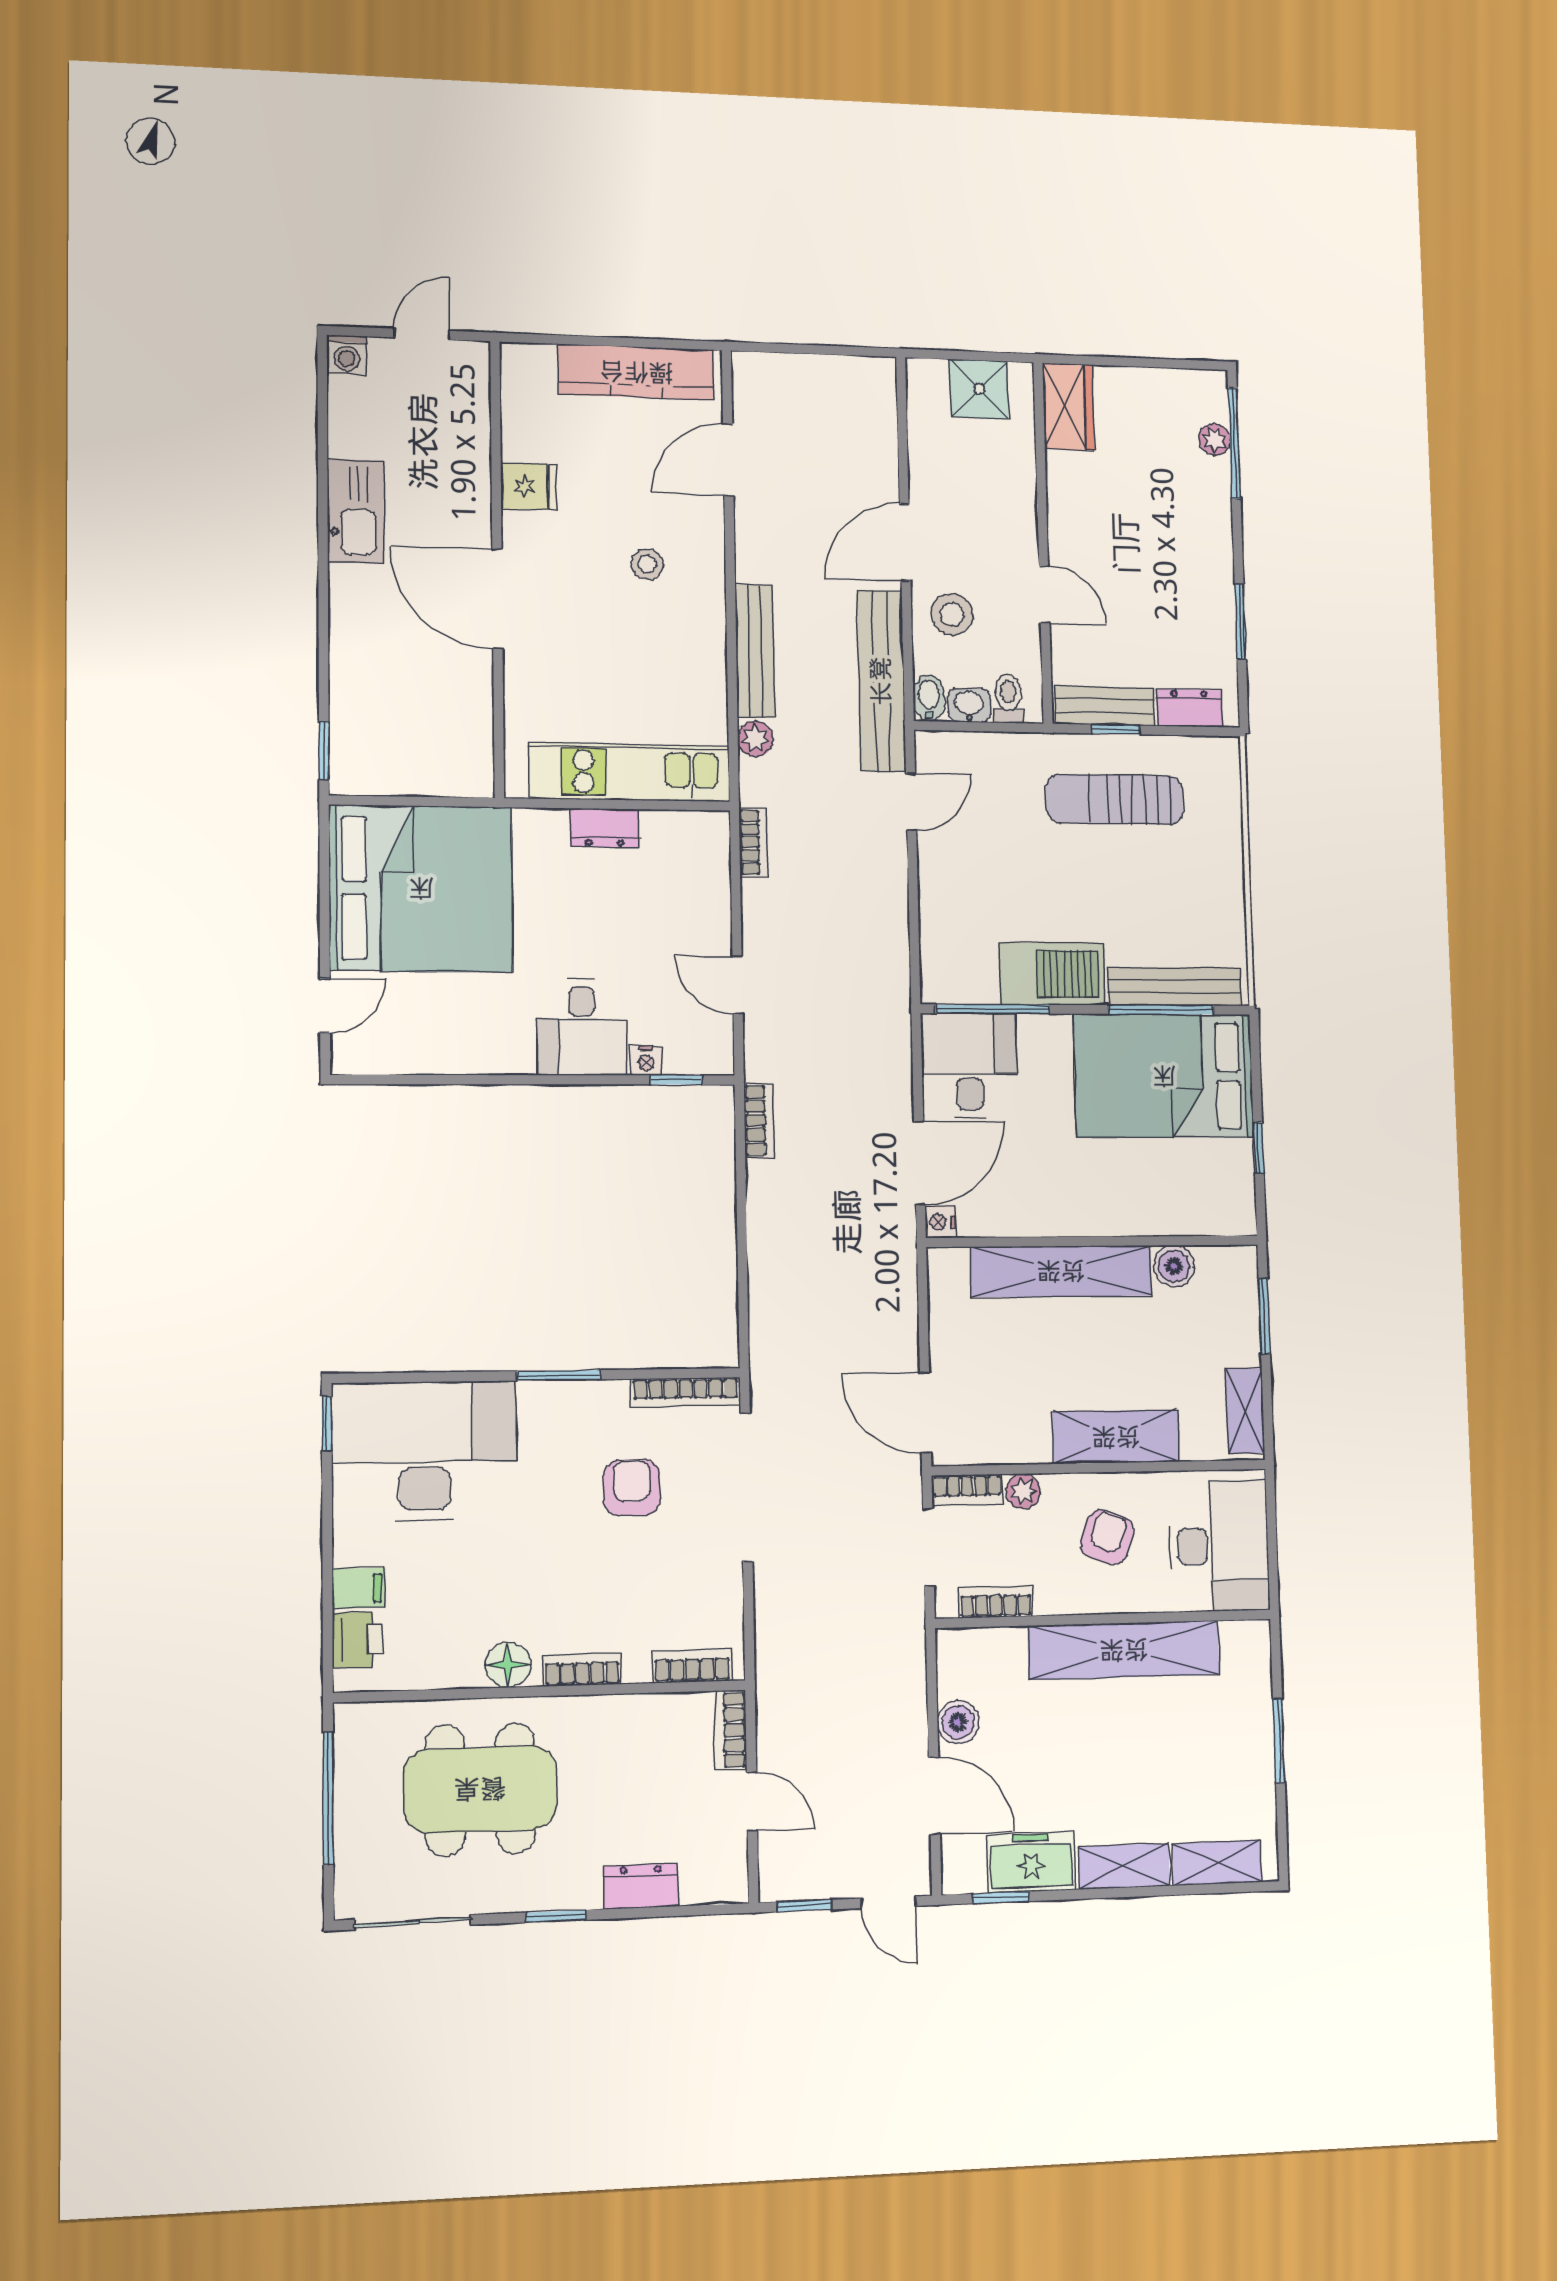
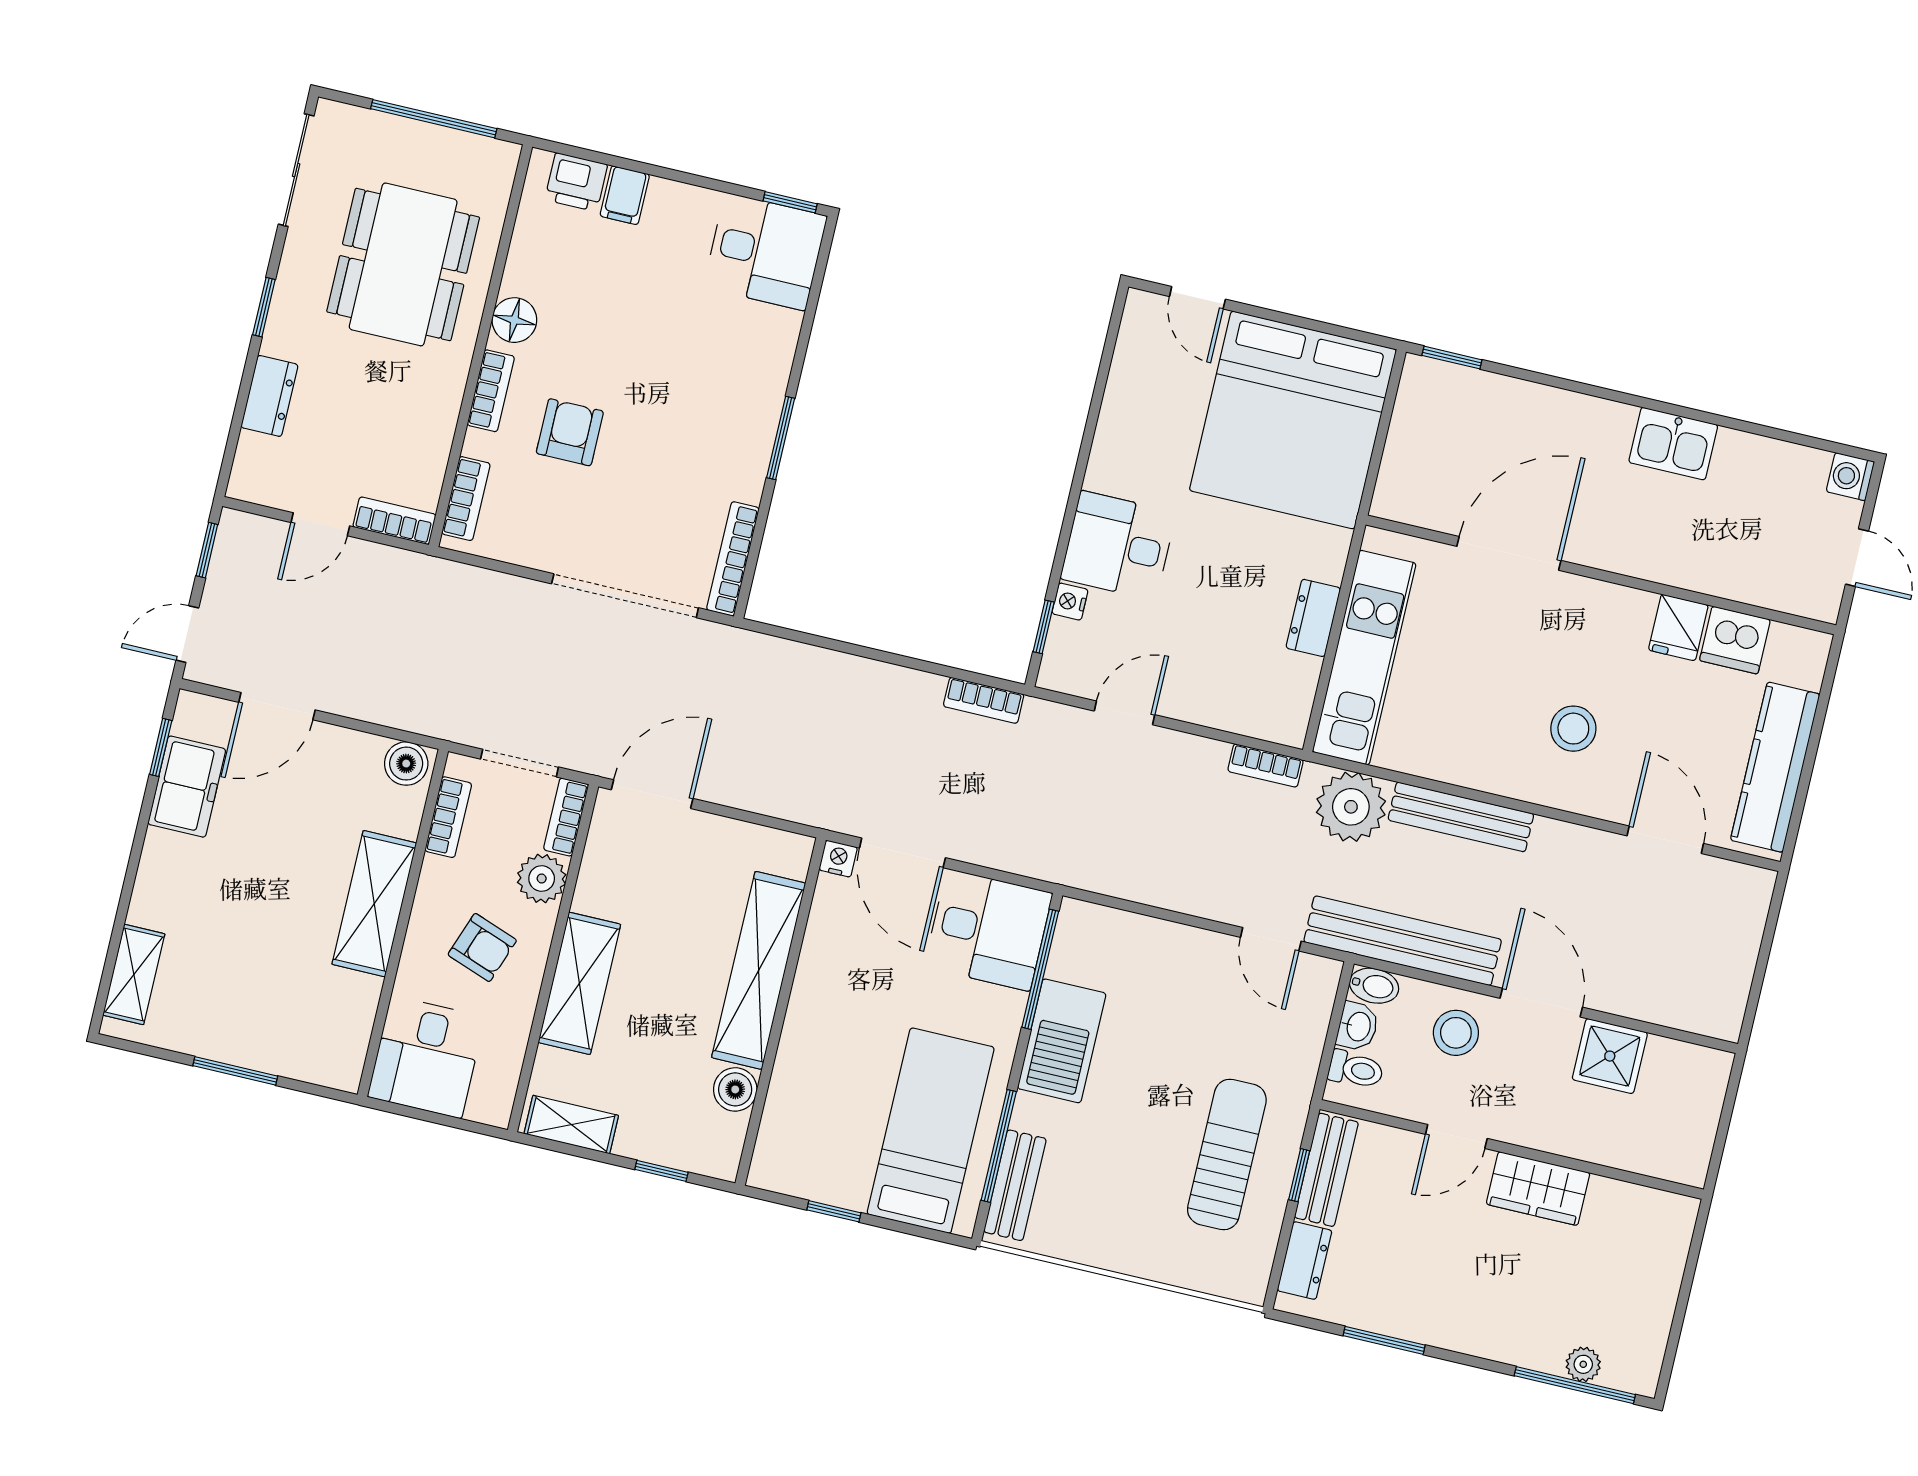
shower: (979, 389) -> (1610, 1056), moved
wardrobe: (1068, 407) -> (1538, 1188), moved
dishwasher: (527, 432) -> (1735, 640), added
kitchen sink: (356, 511) -> (1673, 444), width x0.73
stool: (647, 564) -> (1573, 729), width x1.37, depth x1.37
door: (497, 599) -> (1509, 553), moved
plant: (755, 739) -> (1351, 807), width x1.88, depth x1.88
bench: (1175, 987) -> (1015, 1185), width x0.73
bed: (1164, 1076) -> (931, 1131), width x0.67
window: (1264, 1316) -> (661, 1171), width x0.67
desk: (424, 1451) -> (765, 252), width x0.53, depth x0.77
armchair: (632, 1488) -> (570, 432), moved, turned -90
plant: (1023, 1491) -> (542, 879), width x1.38, depth x1.38
desk: (1219, 1546) -> (426, 1057), width x0.73
shelving: (1124, 1650) -> (374, 904), width x0.68
boiler: (958, 1722) -> (406, 764), moved
shelving: (1124, 1866) -> (157, 879), removed

